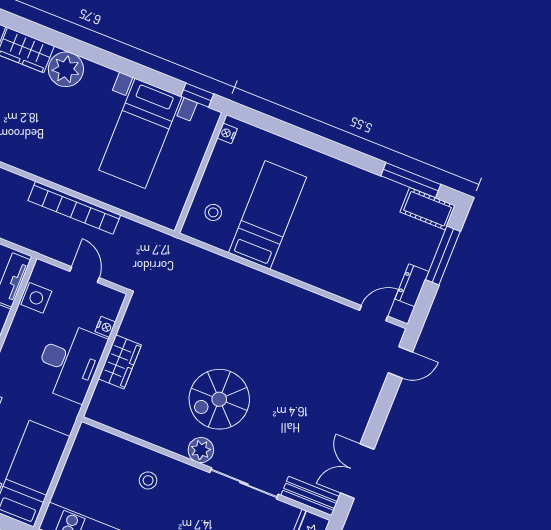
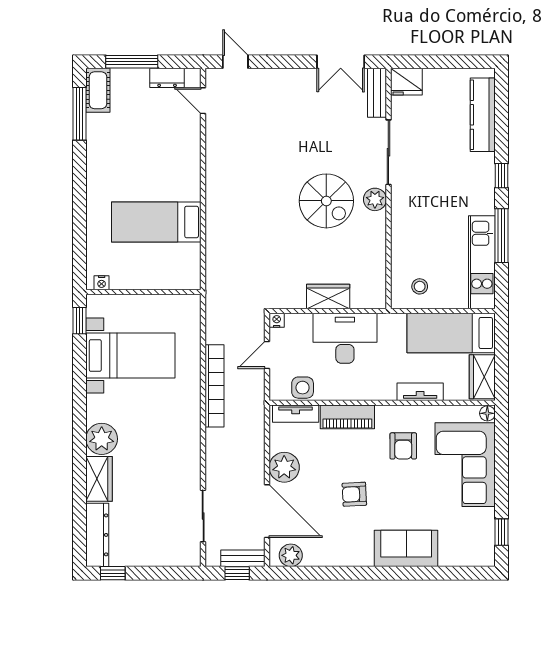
stool: (213, 212) -> (172, 268), removed
nightstand: (105, 327) -> (277, 320), moved
stool: (148, 480) -> (420, 286), moved

